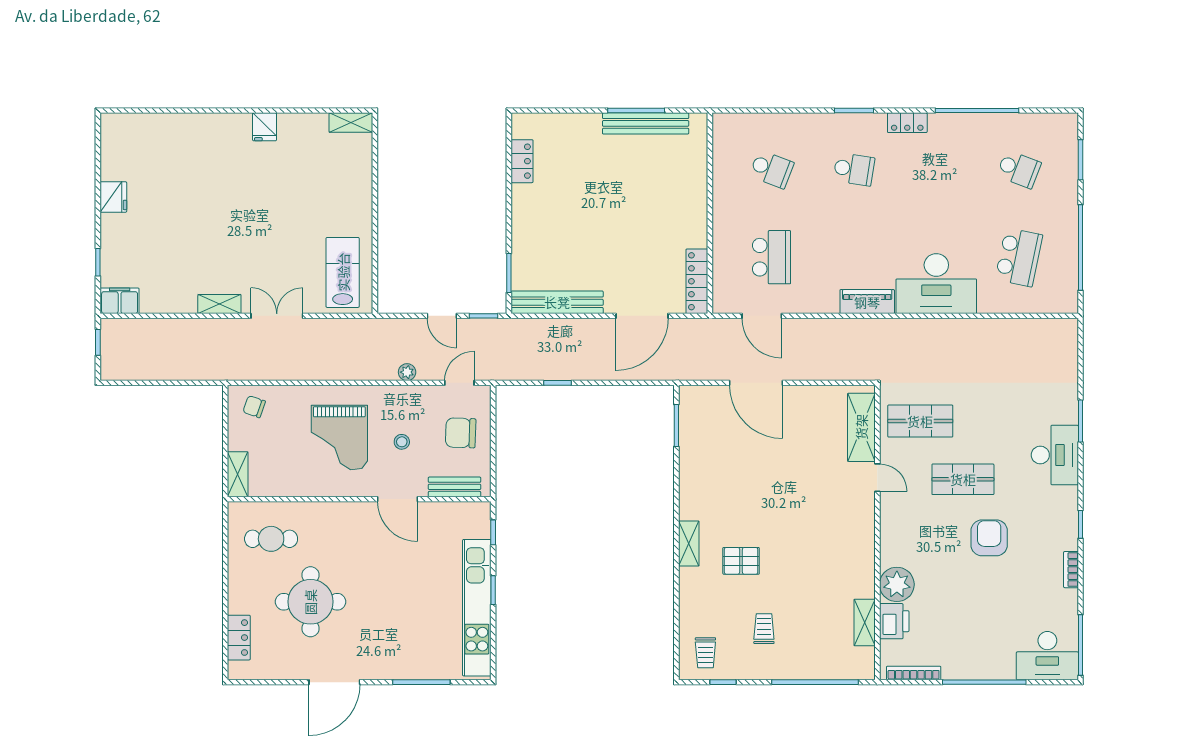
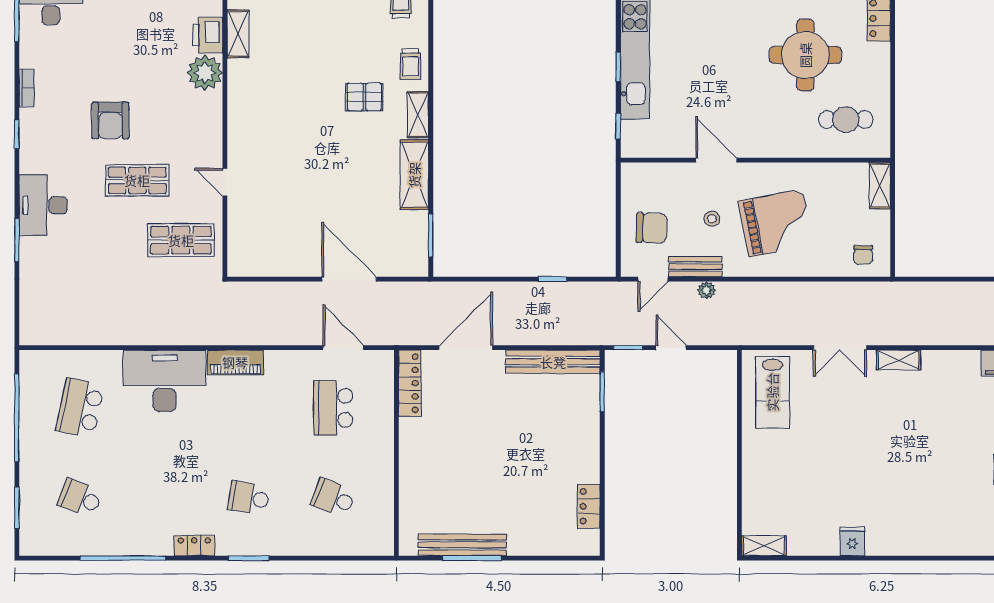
chair: (254, 407) -> (863, 255), turned 71
shelving: (861, 427) -> (414, 175), moved
grand piano: (339, 438) -> (776, 223), turned 79
bench: (454, 487) -> (695, 267), moved
trolley: (764, 629) -> (410, 64), moved

